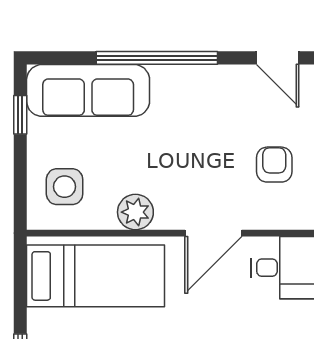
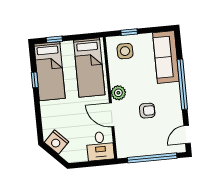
window: (20, 115) -> (129, 32), moved
armchair: (274, 165) -> (147, 111), moved
plant: (135, 212) -> (118, 93), moved

